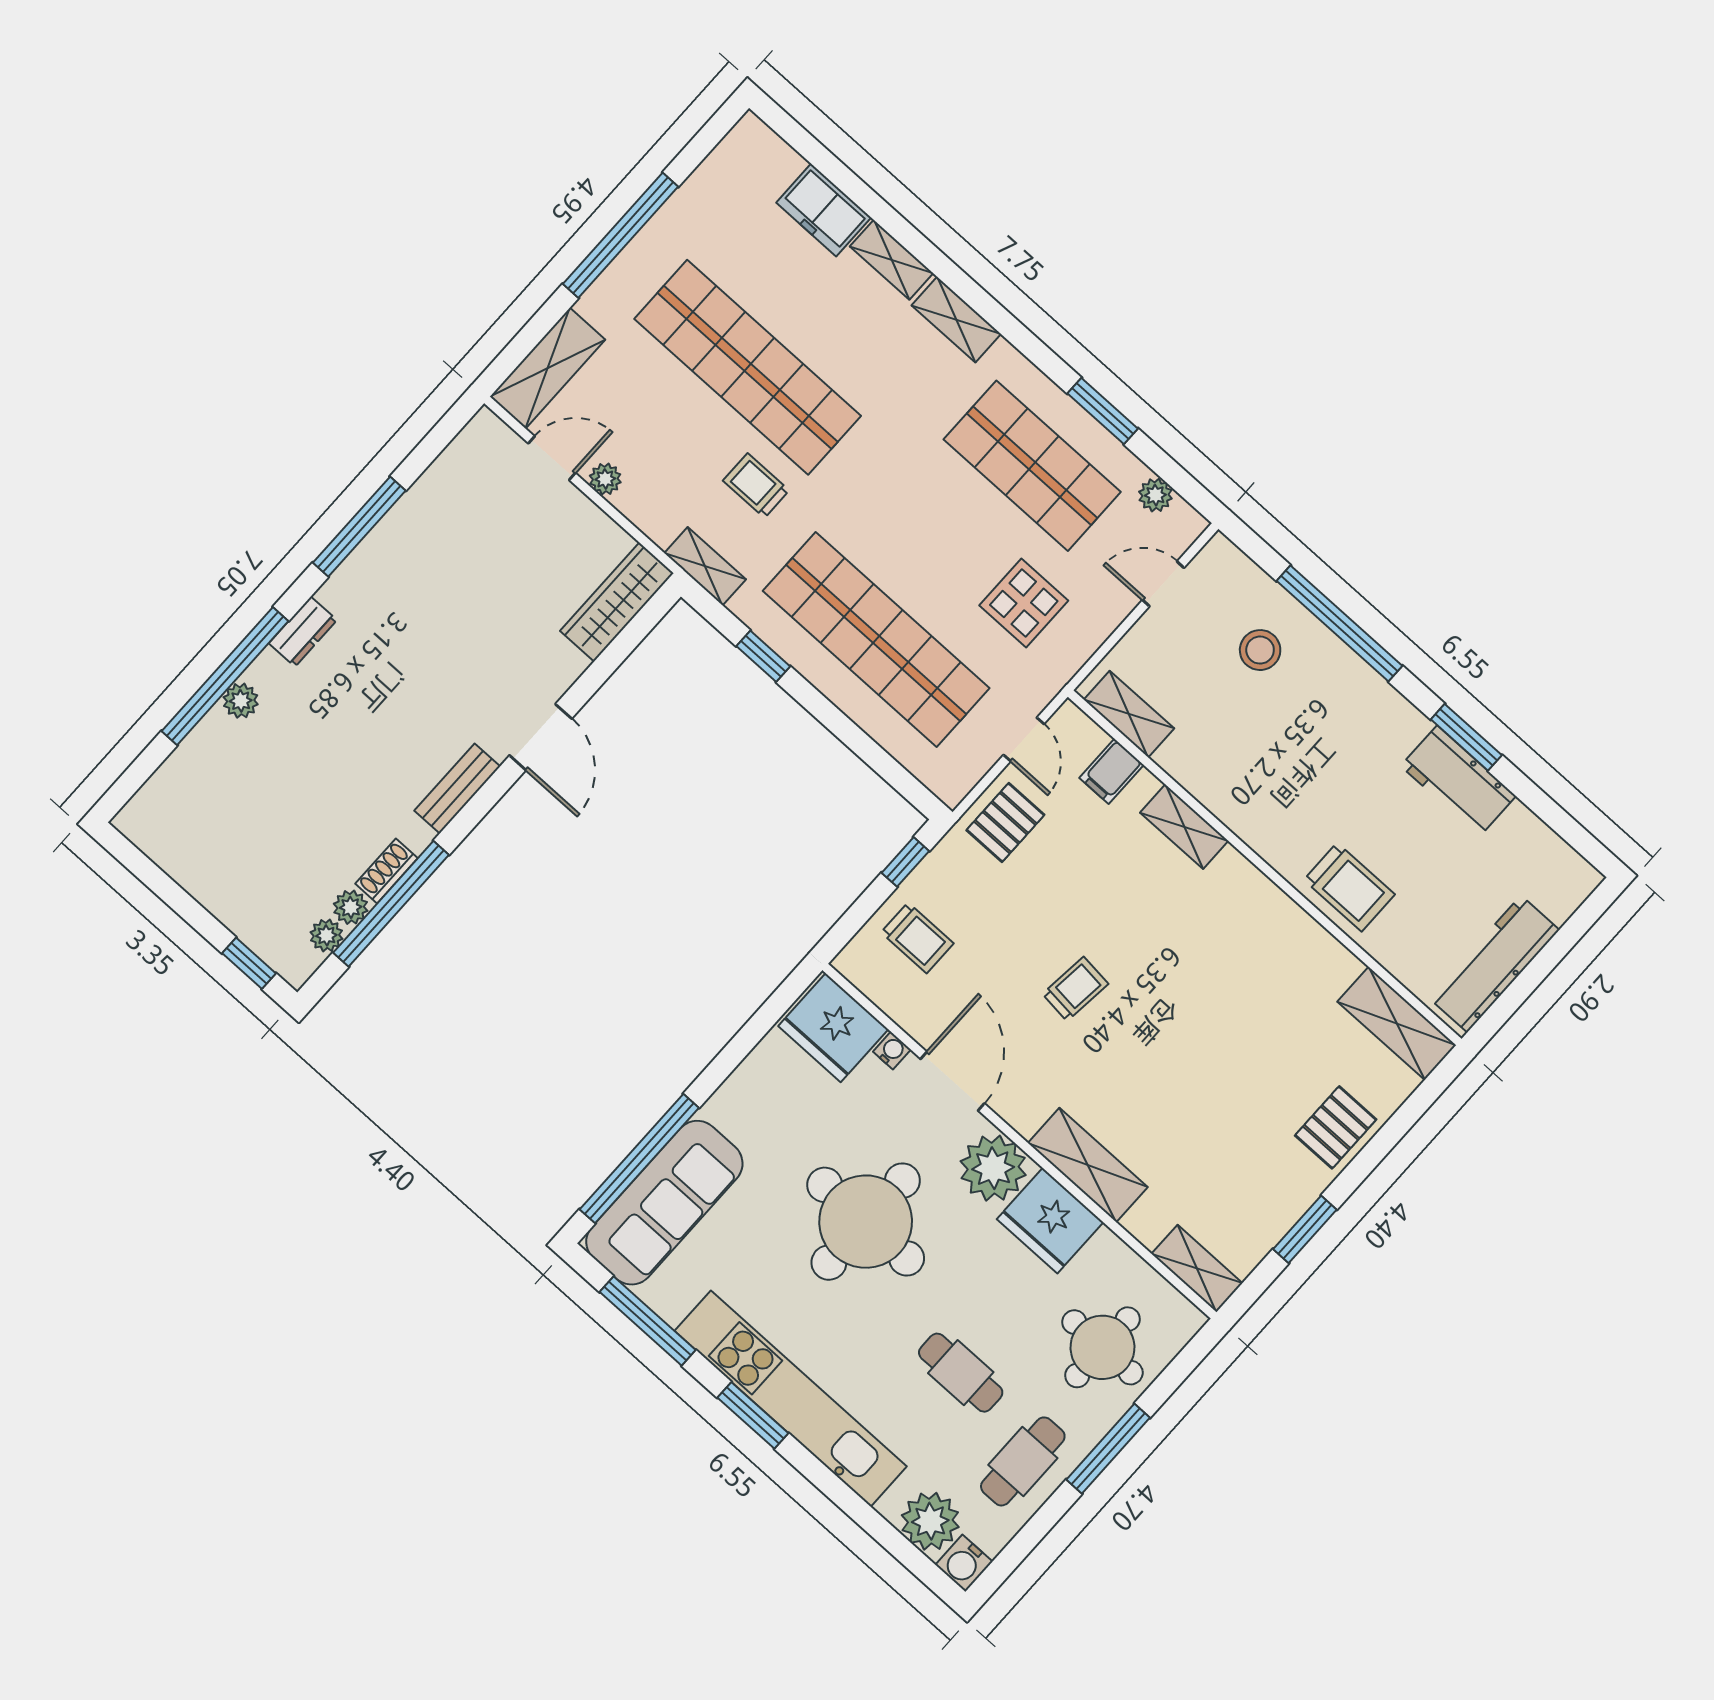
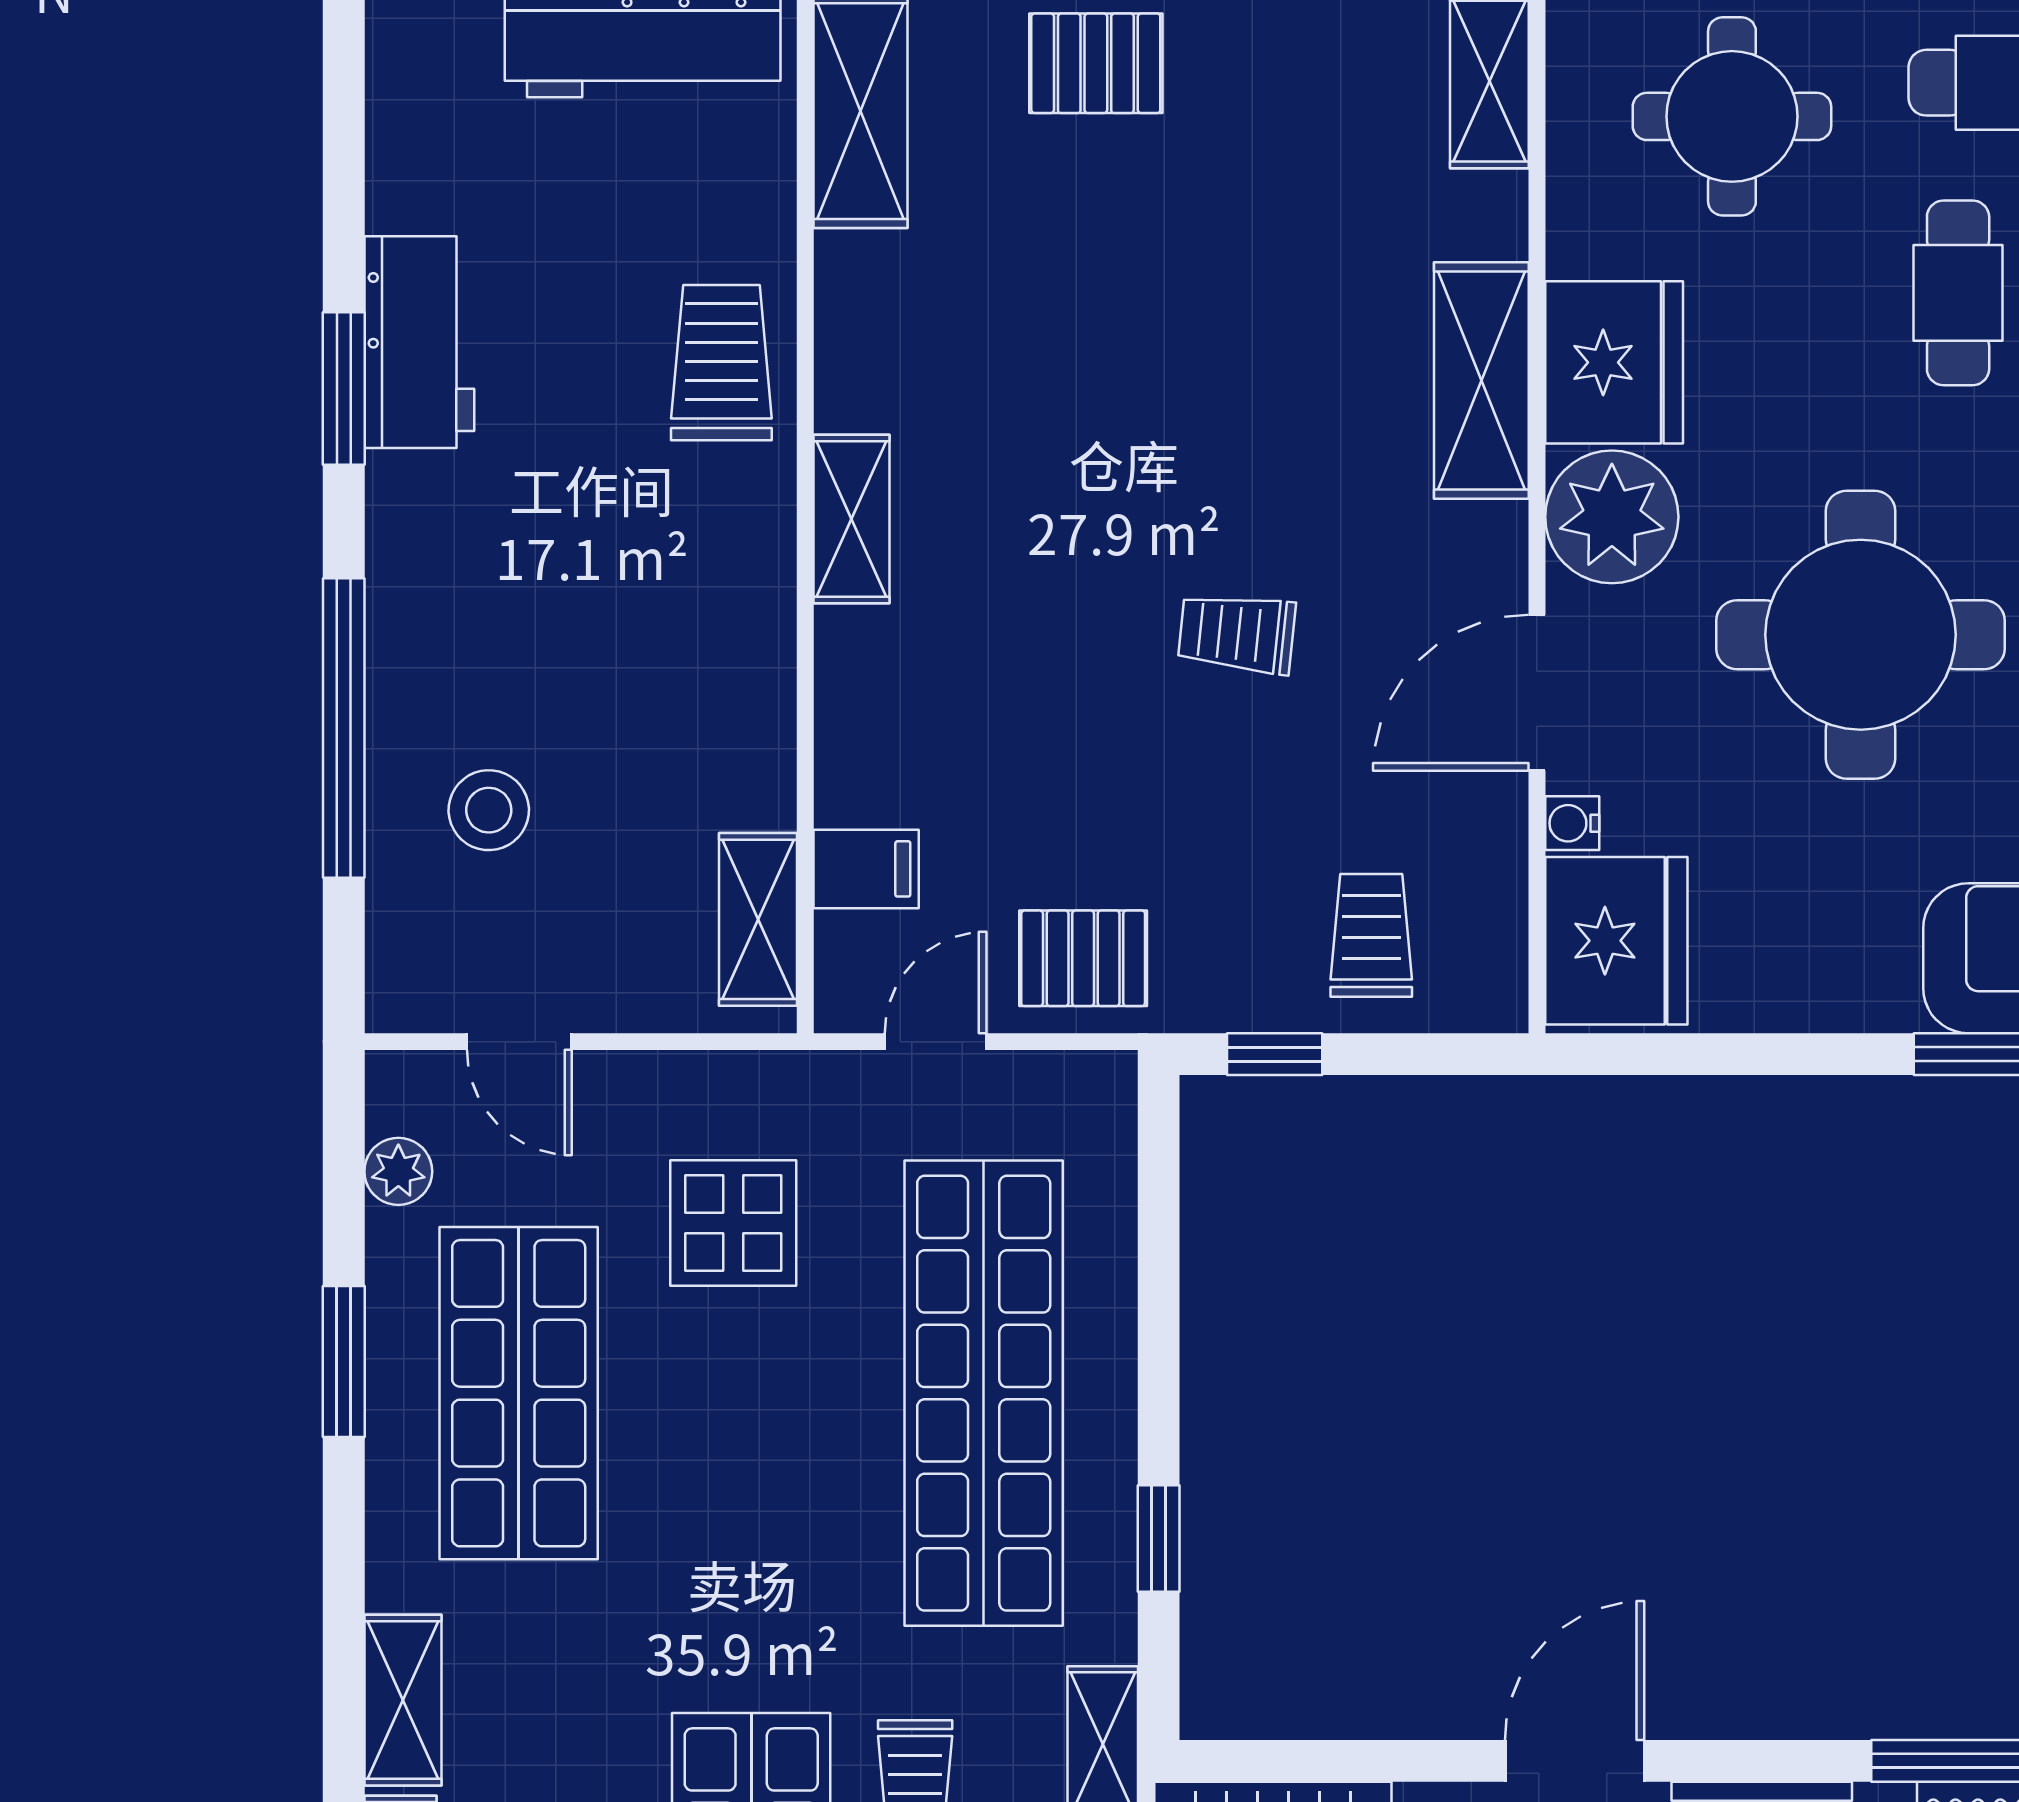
shelving: (1184, 827) -> (852, 519), moved

